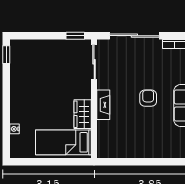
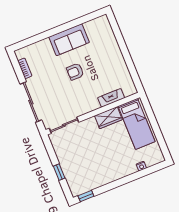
window: (75, 36) -> (59, 172), moved
fireplace: (103, 105) -> (111, 98), moved

